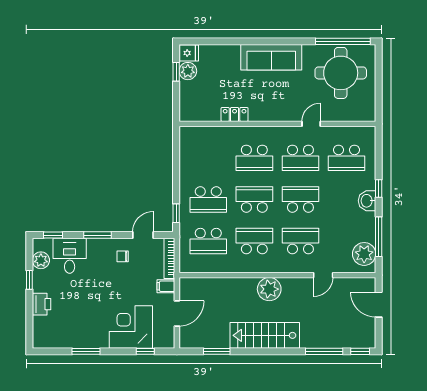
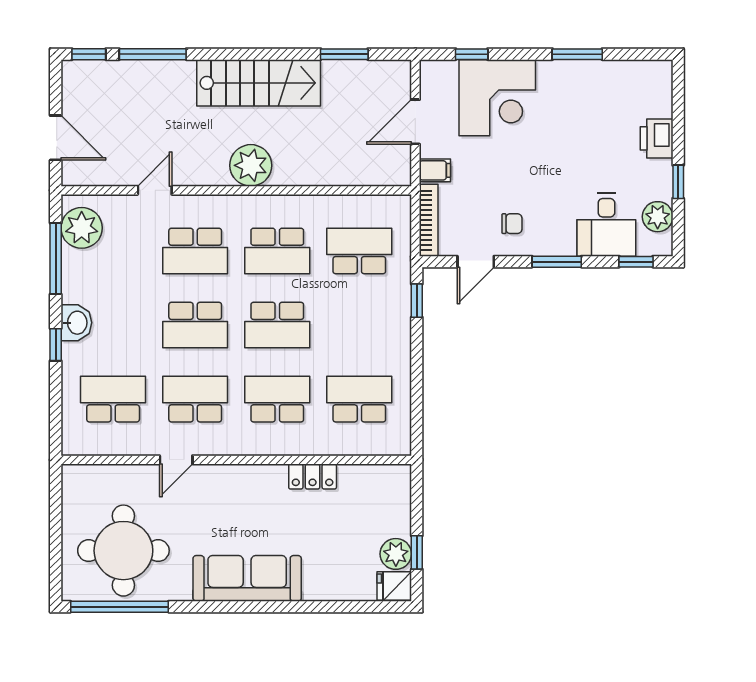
school desk: (208, 199) -> (359, 399), moved

